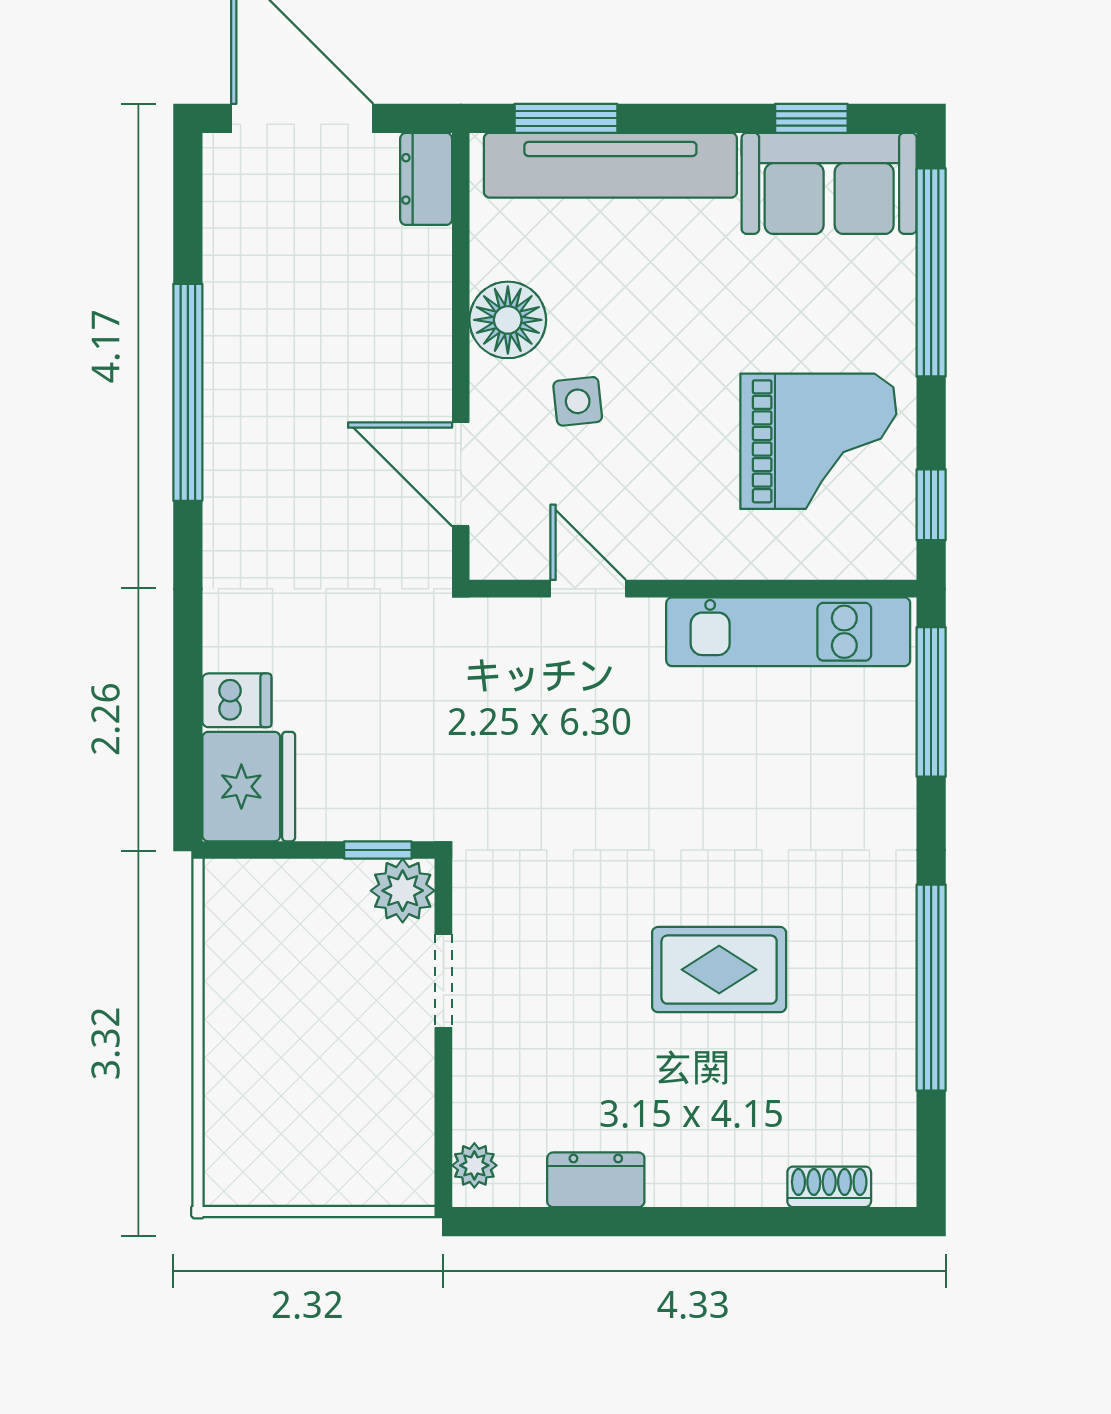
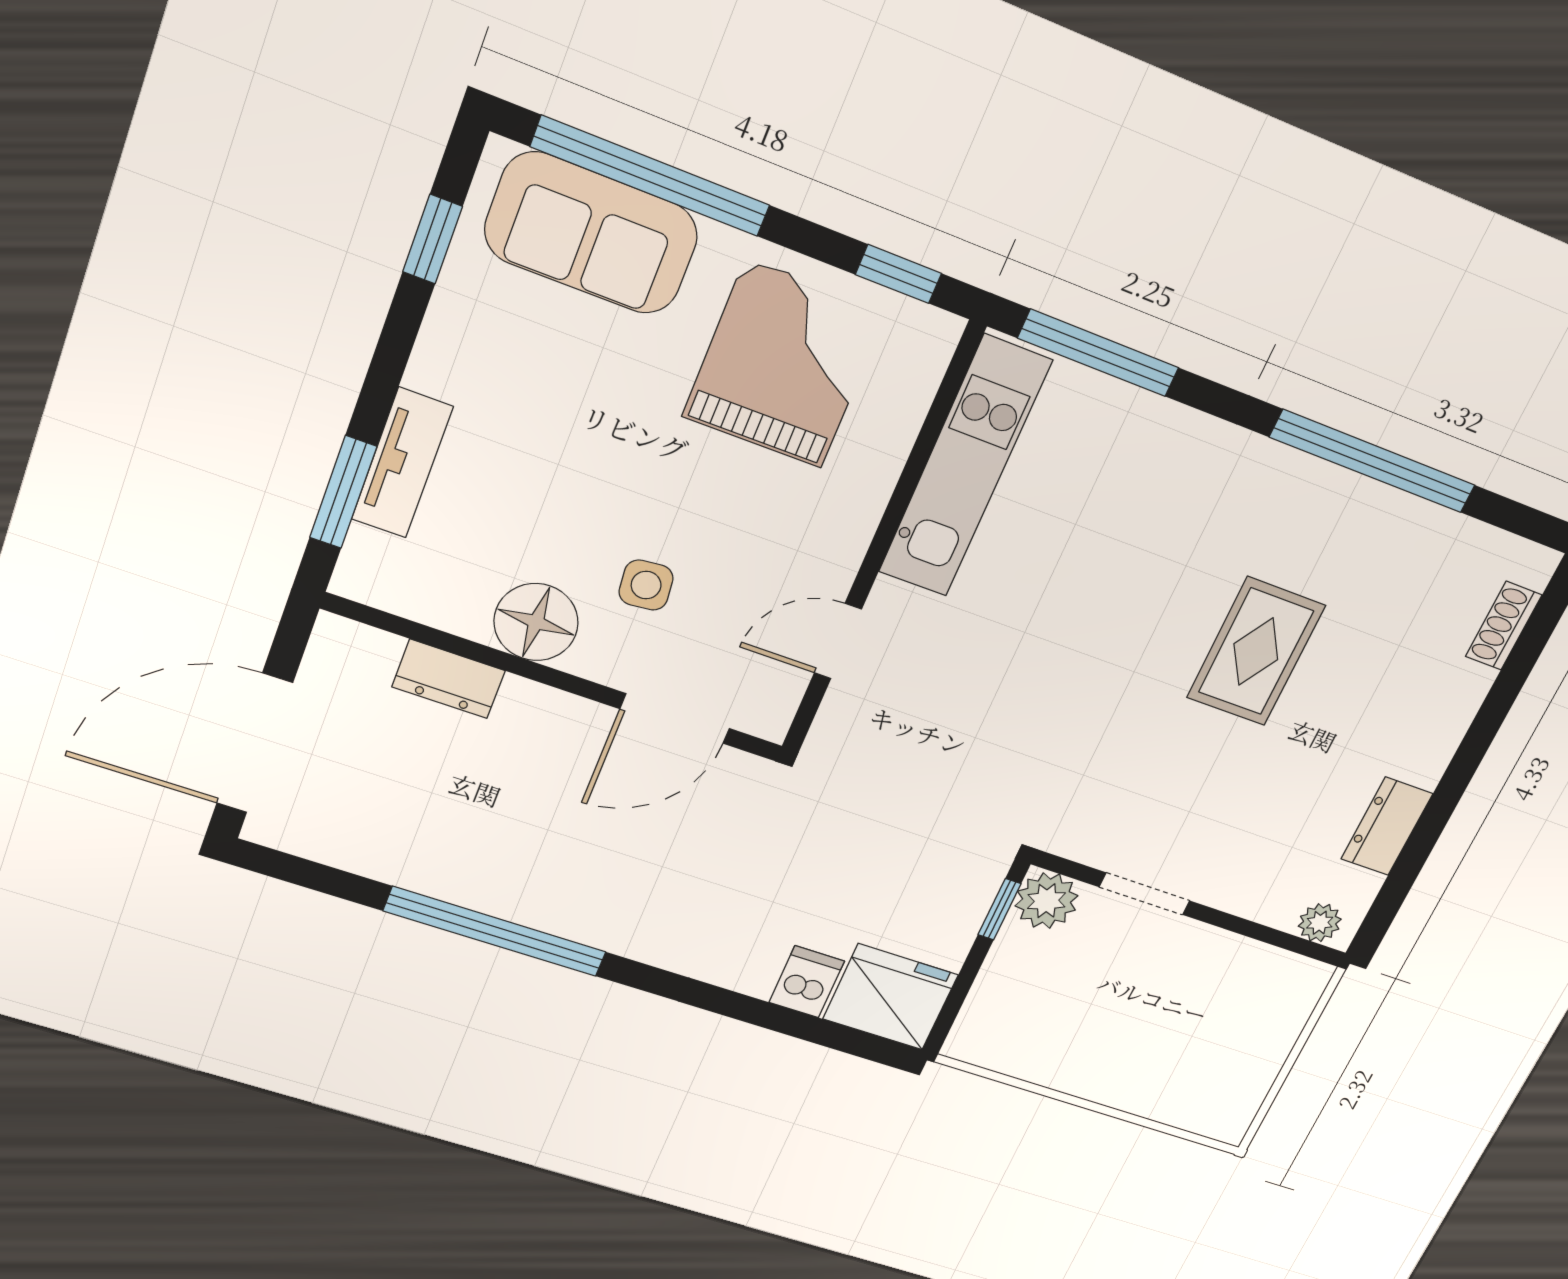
tv unit: (610, 165) -> (402, 463), width x0.52, depth x0.78
dresser: (426, 179) -> (449, 679), moved
sofa: (829, 183) -> (591, 233), moved, turned 90

